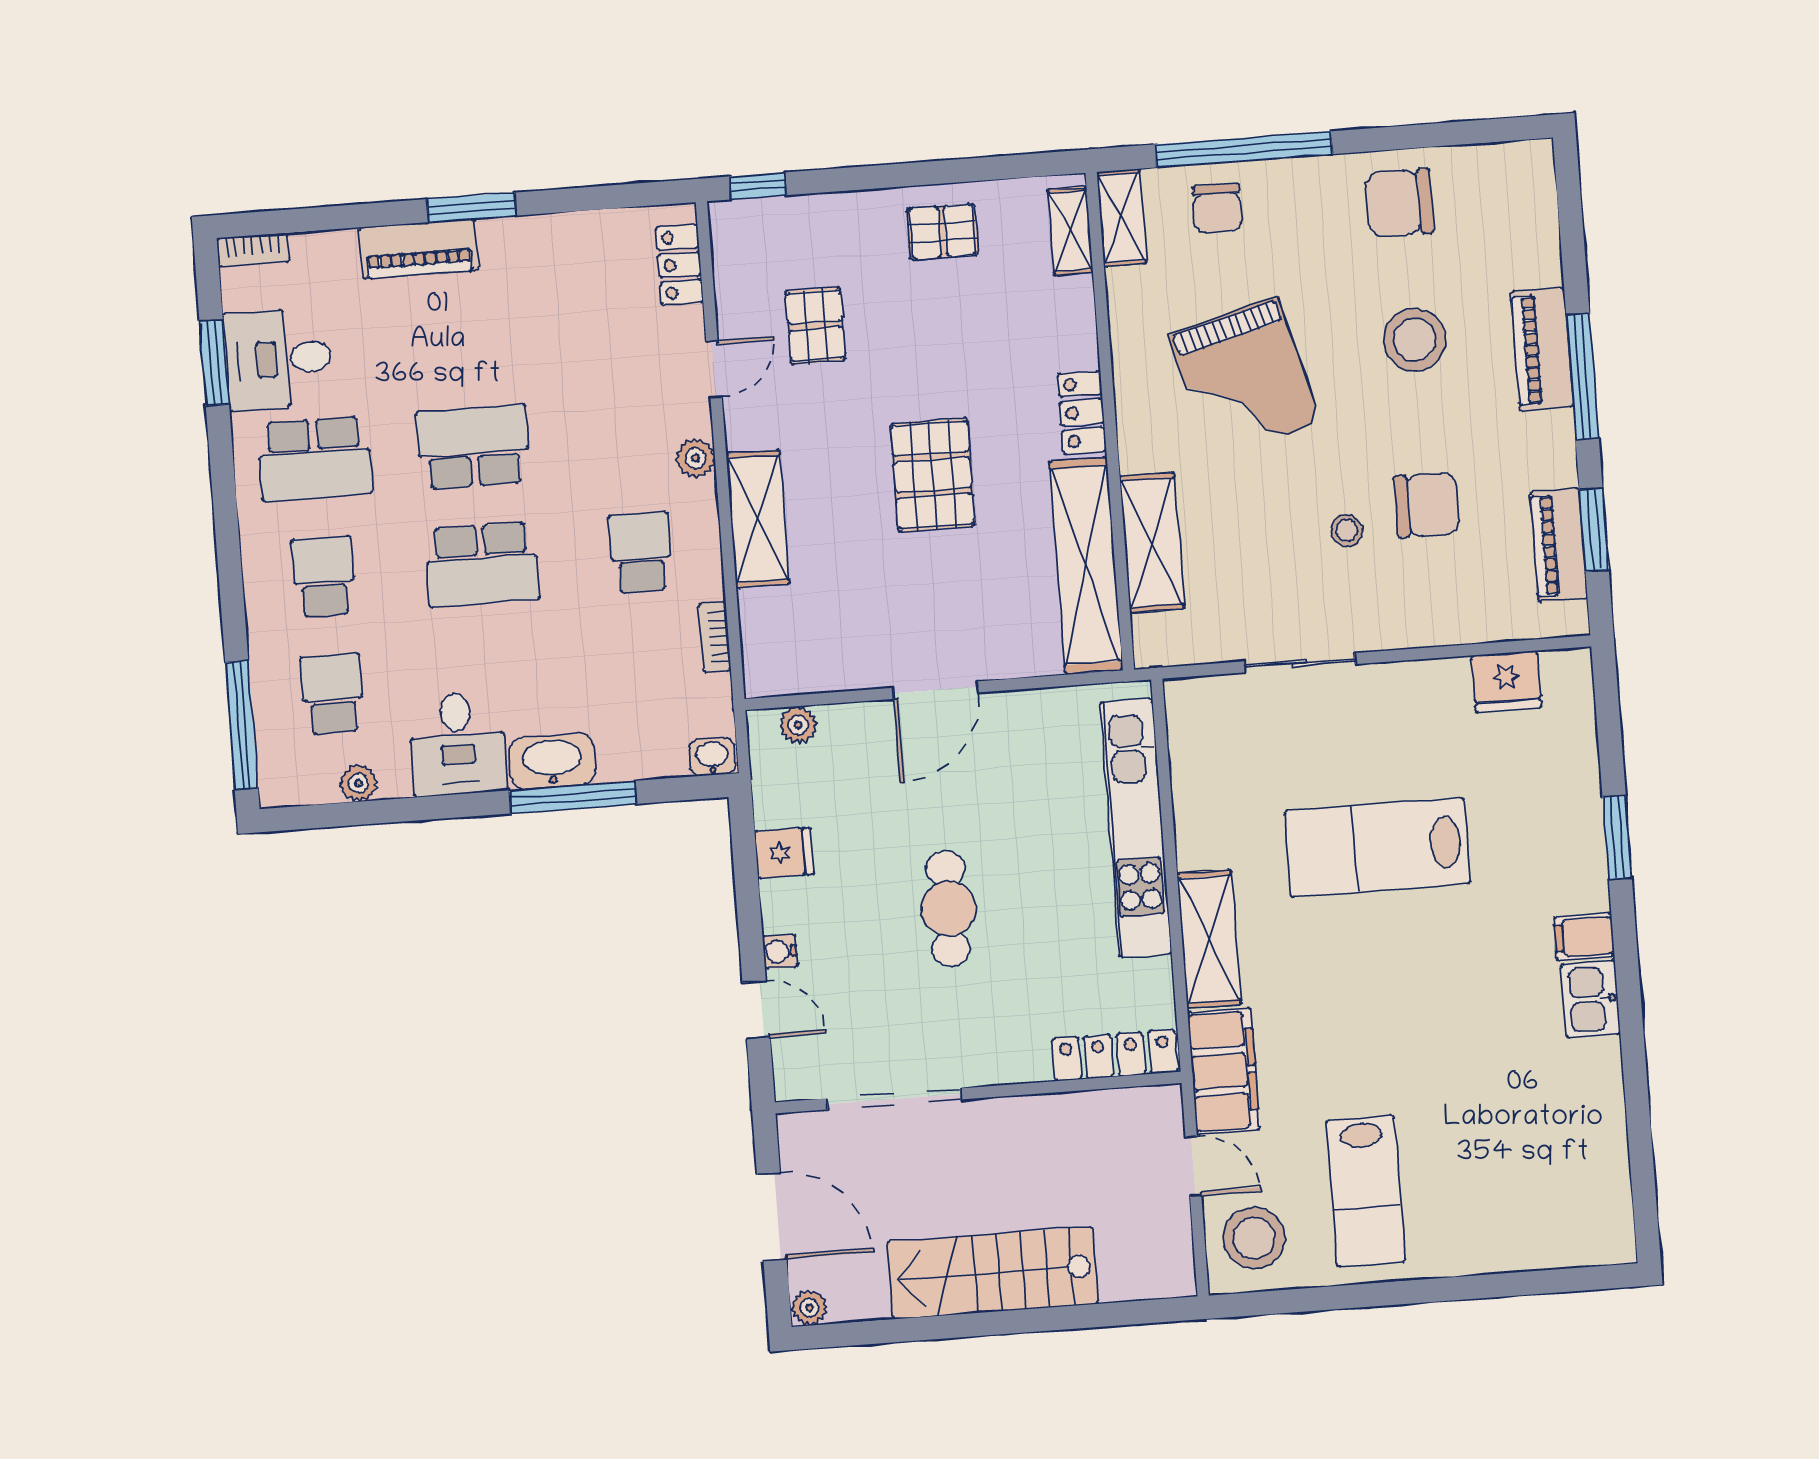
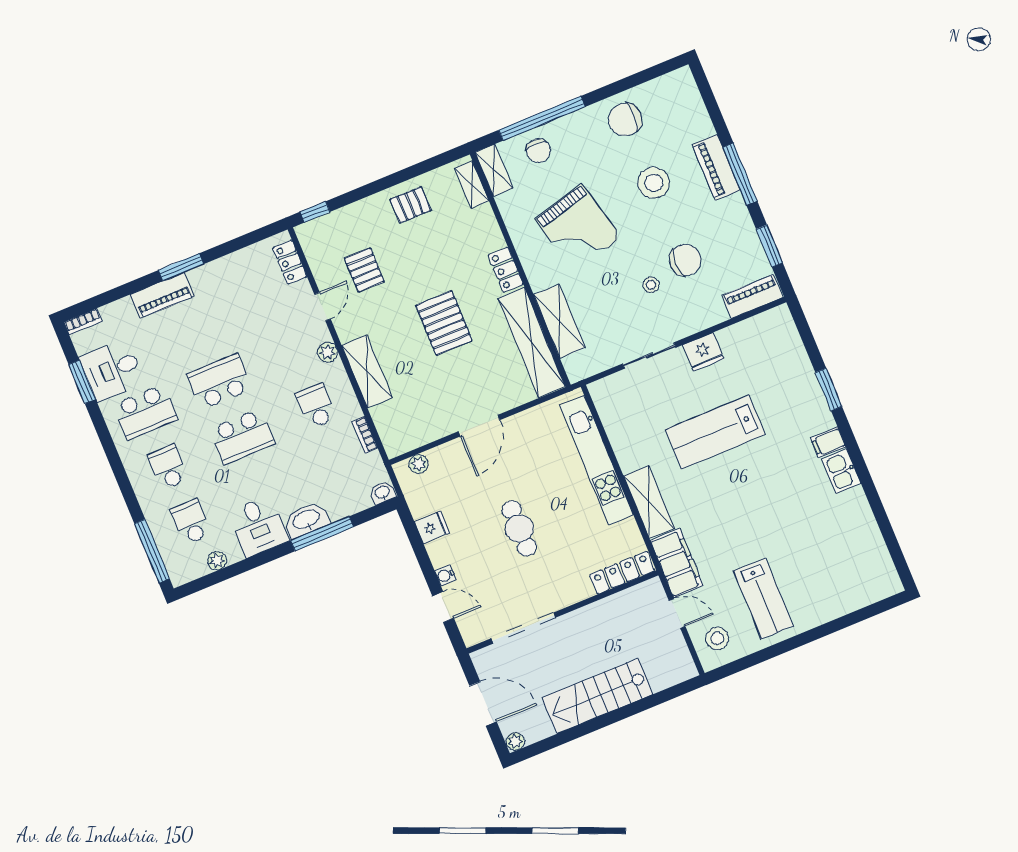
piano: (1559, 545) -> (752, 296), moved, turned 90
fridge: (1507, 681) -> (703, 352), moved
stool: (1254, 1238) -> (717, 638), width x0.73, depth x0.73

